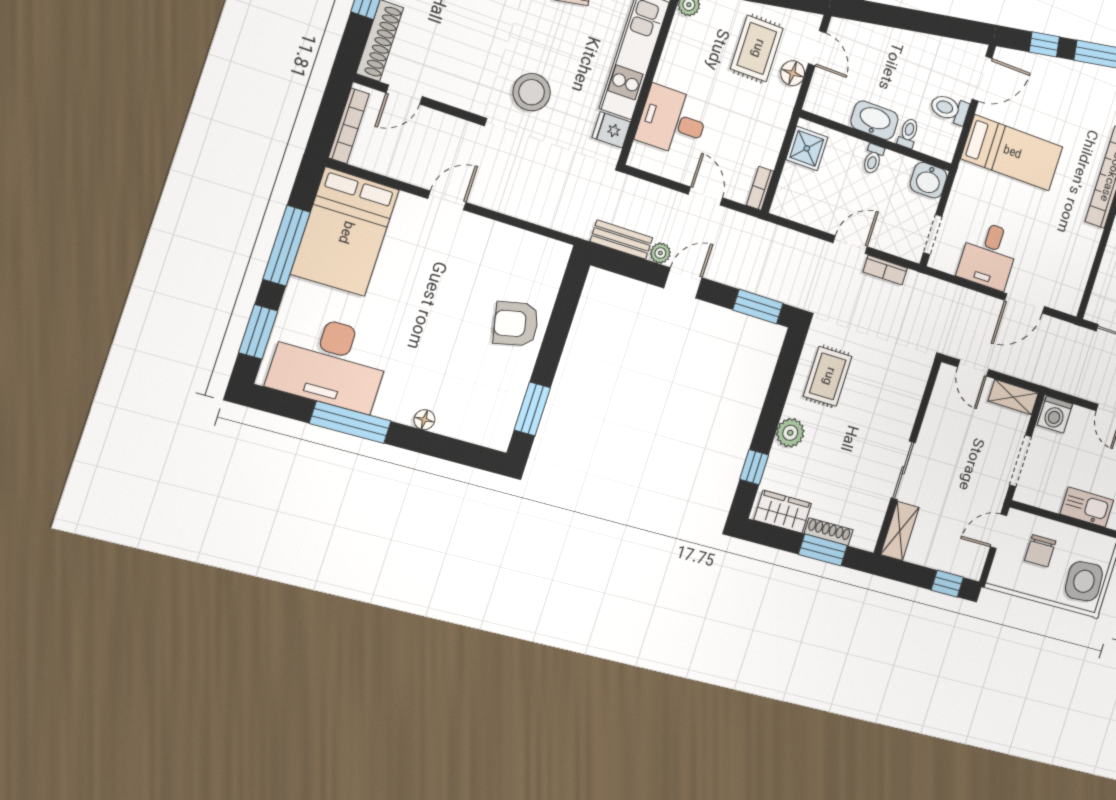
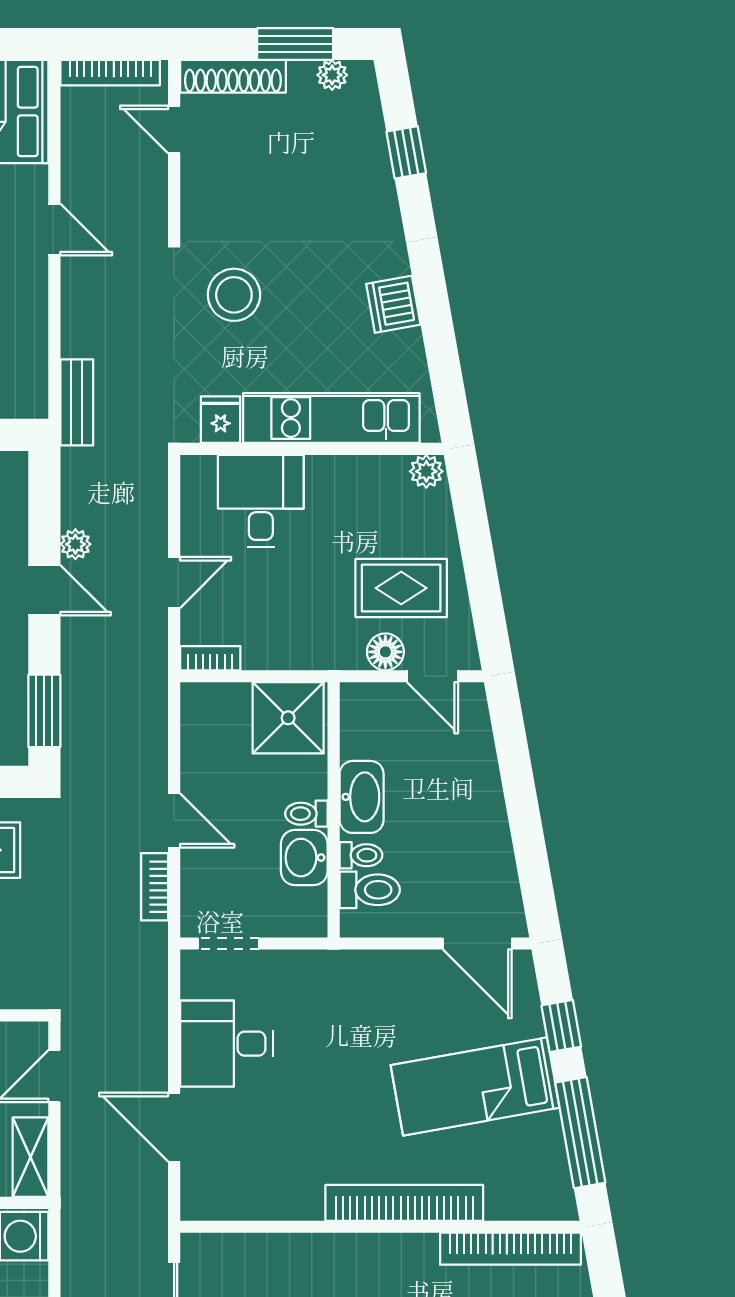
door: (817, 48) -> (432, 676), hinge flipped
toilet: (950, 109) -> (370, 890), moved, turned 90
shower: (807, 148) -> (288, 718), width x1.36, depth x1.36
bed: (1012, 153) -> (475, 1086), moved, turned 80
washbasin: (929, 180) -> (304, 858), moved
bench: (621, 240) -> (77, 402), moved

